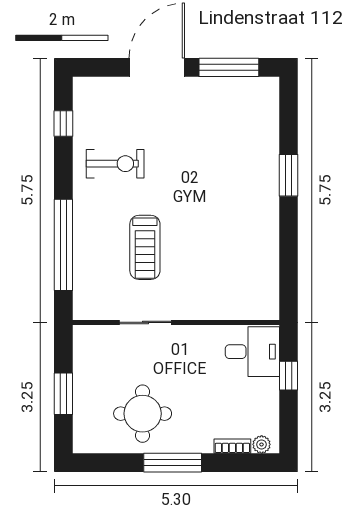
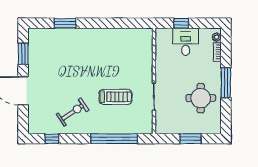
window: (229, 67) -> (23, 54), width x0.69
exercise bike: (115, 164) -> (72, 112), turned 56
window: (289, 175) -> (65, 23), moved
desk: (252, 352) -> (186, 42), moved

